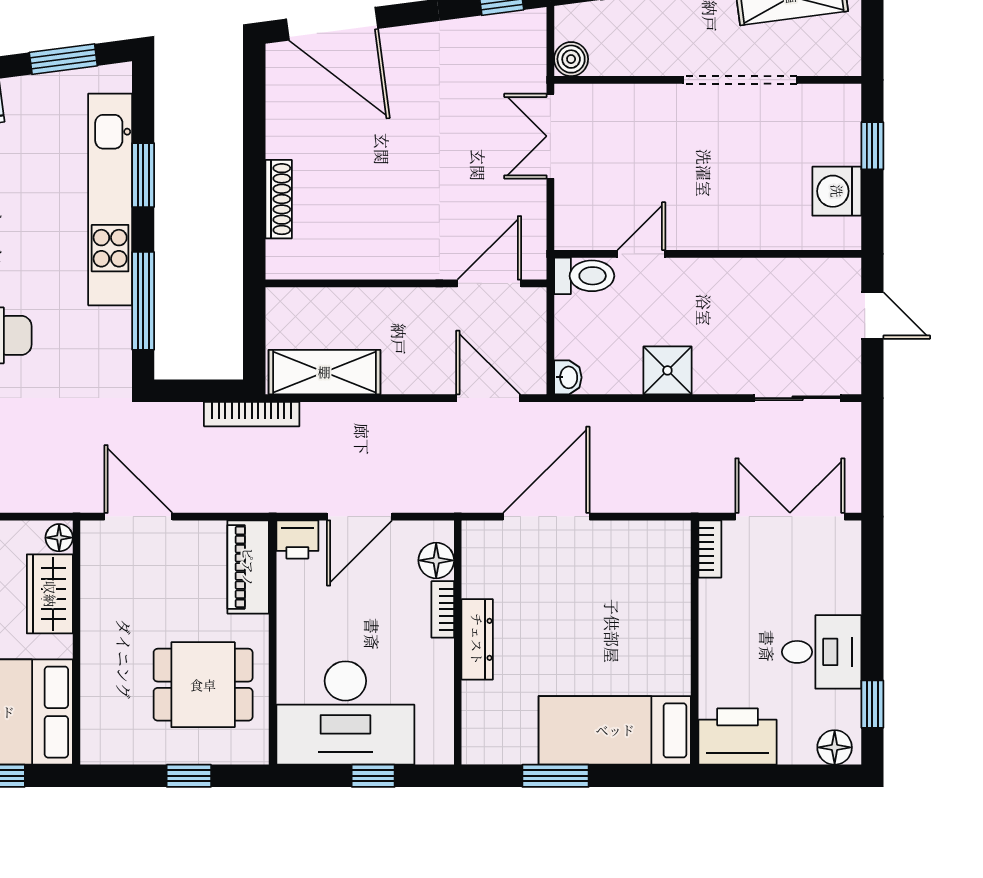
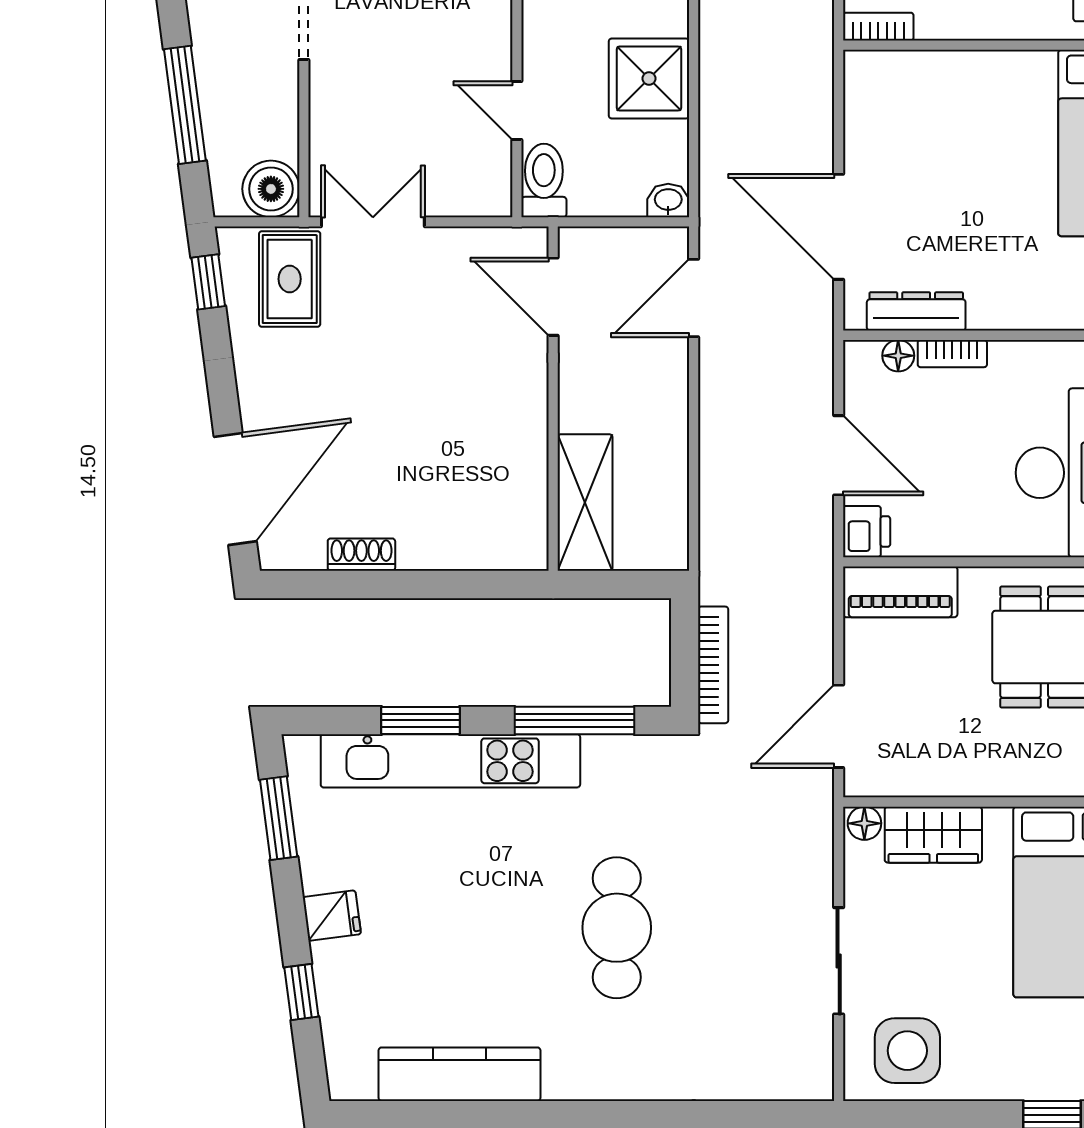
boiler: (571, 59) -> (271, 189), width x1.36, depth x1.36
rug: (504, 68) -> (290, 279), added
double door: (550, 136) -> (373, 222), swing flipped
shoe rack: (279, 199) -> (361, 555), moved, width x0.70
shower: (667, 370) -> (649, 78), width x1.36, depth x1.36
shelving: (324, 372) -> (585, 503), moved
bookcase: (252, 414) -> (713, 665), moved
floor lamp: (436, 560) -> (898, 356), width x0.73, depth x0.73
dresser: (477, 639) -> (916, 311), moved

